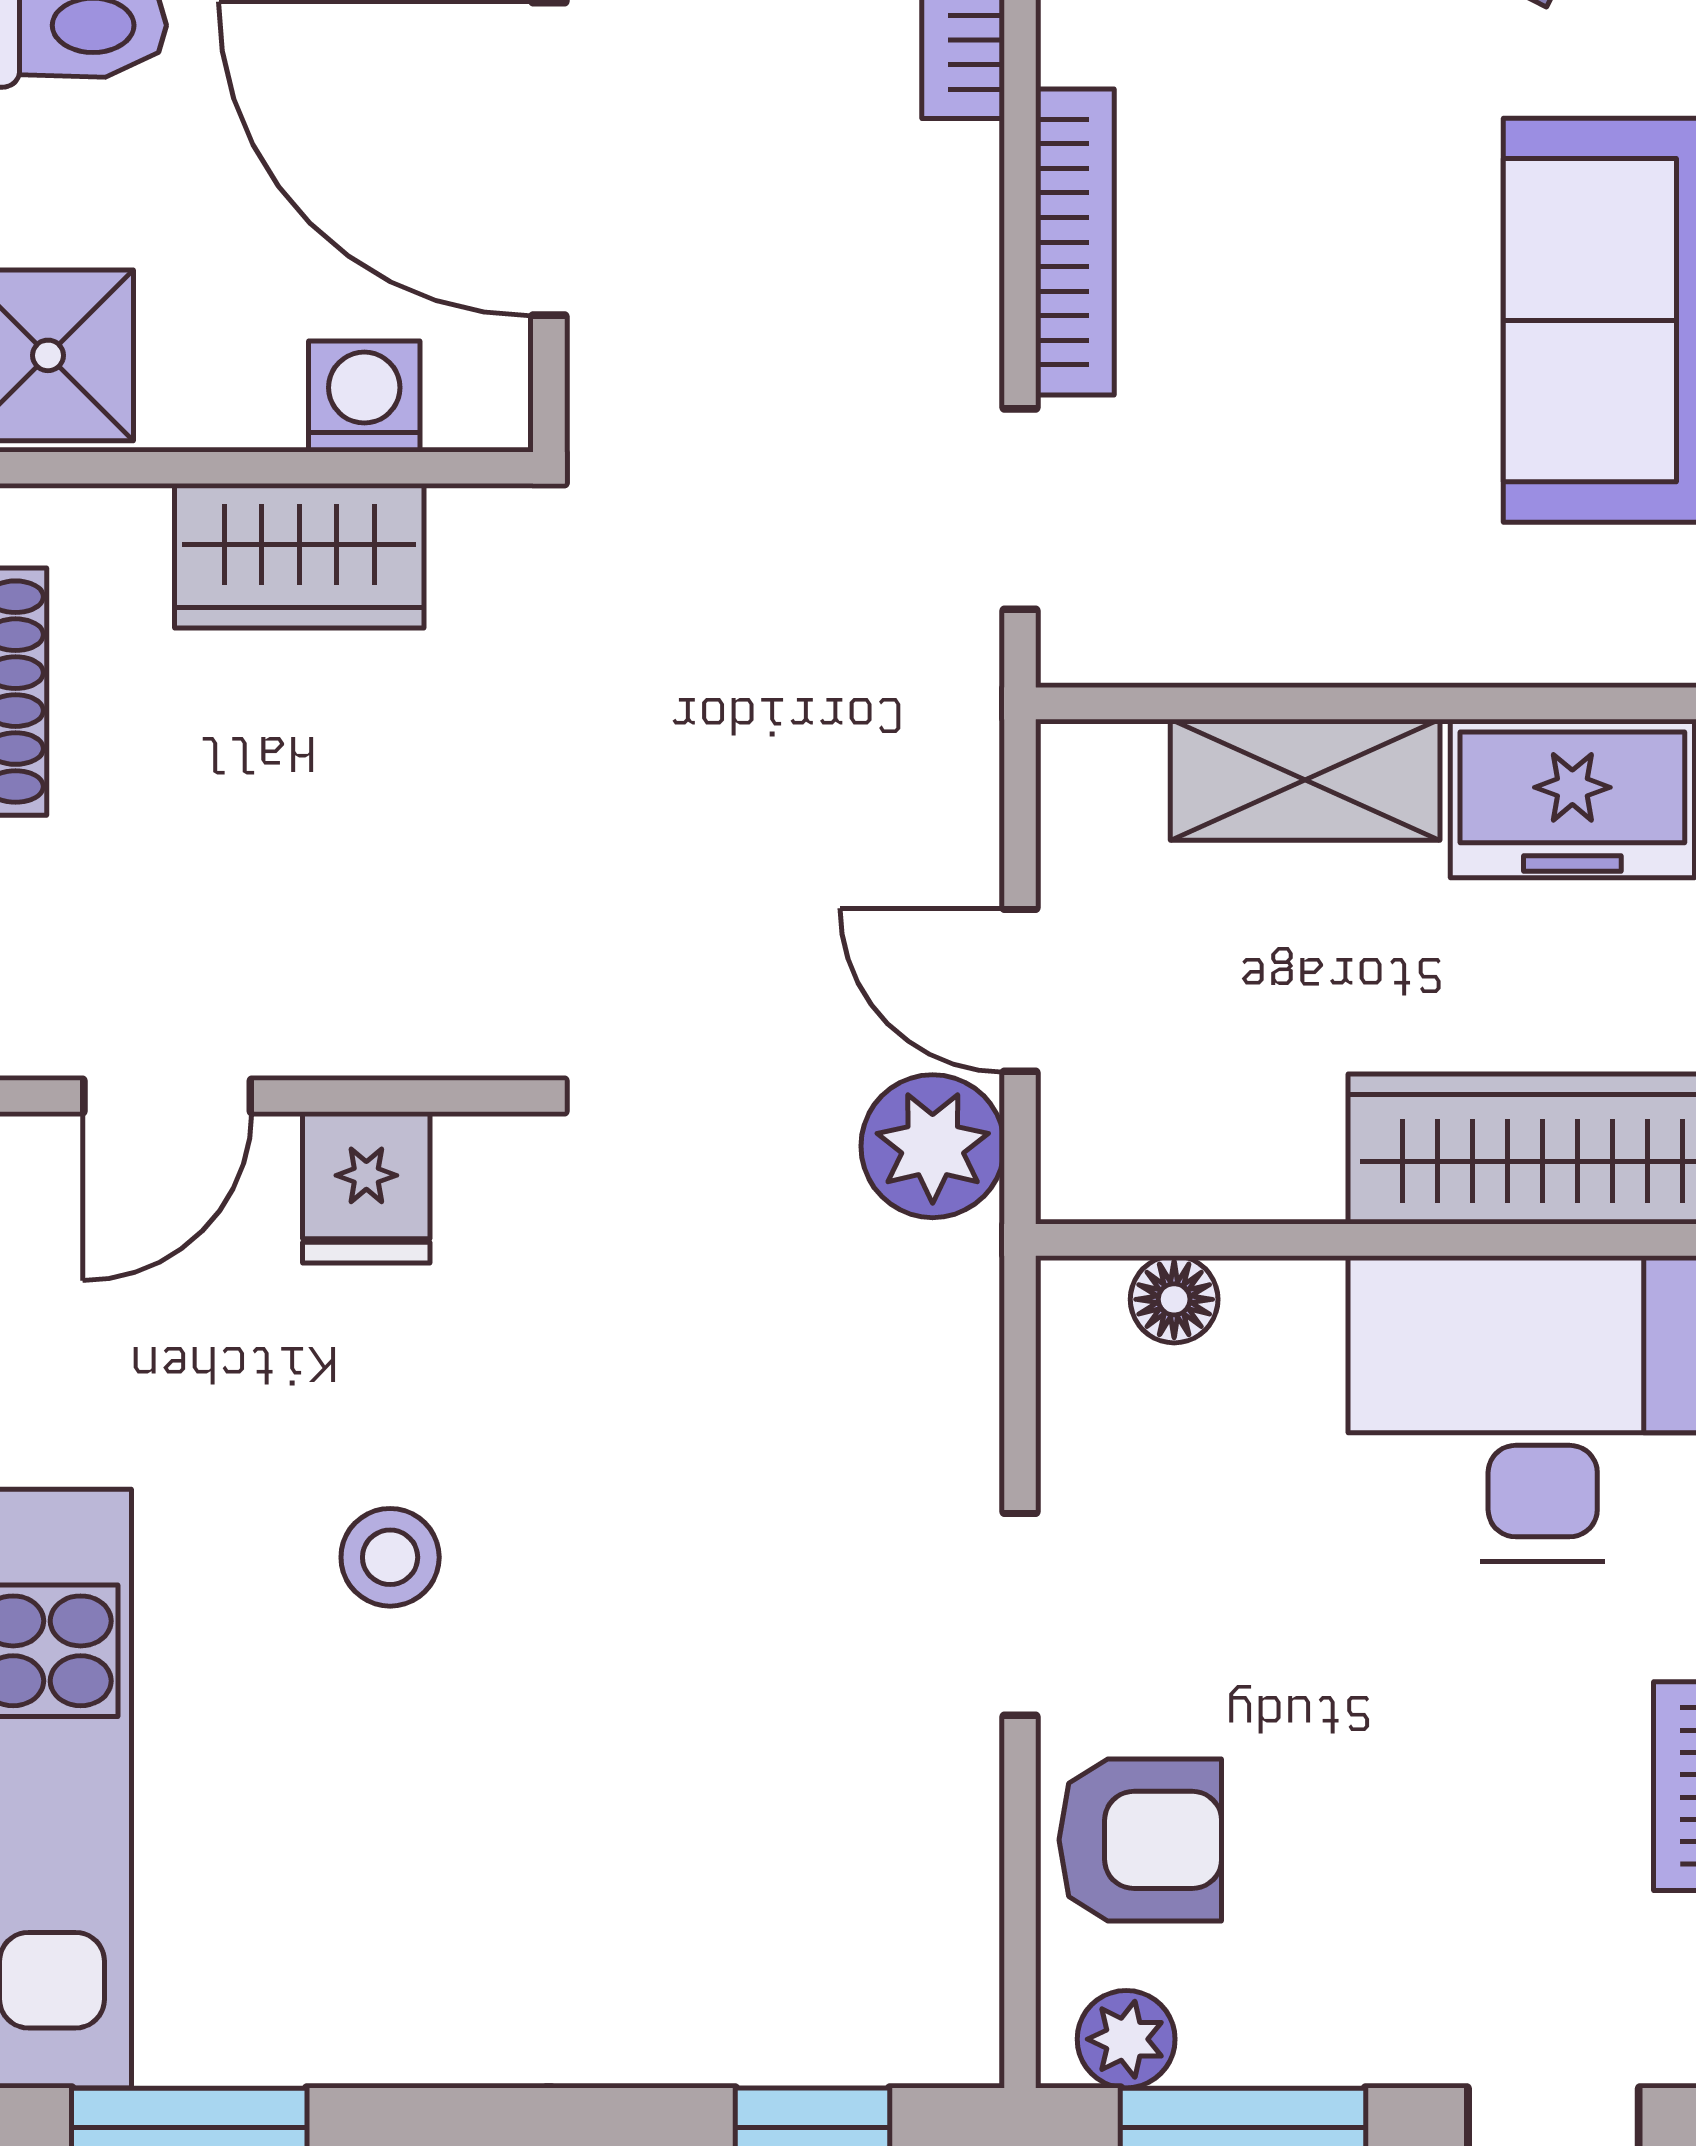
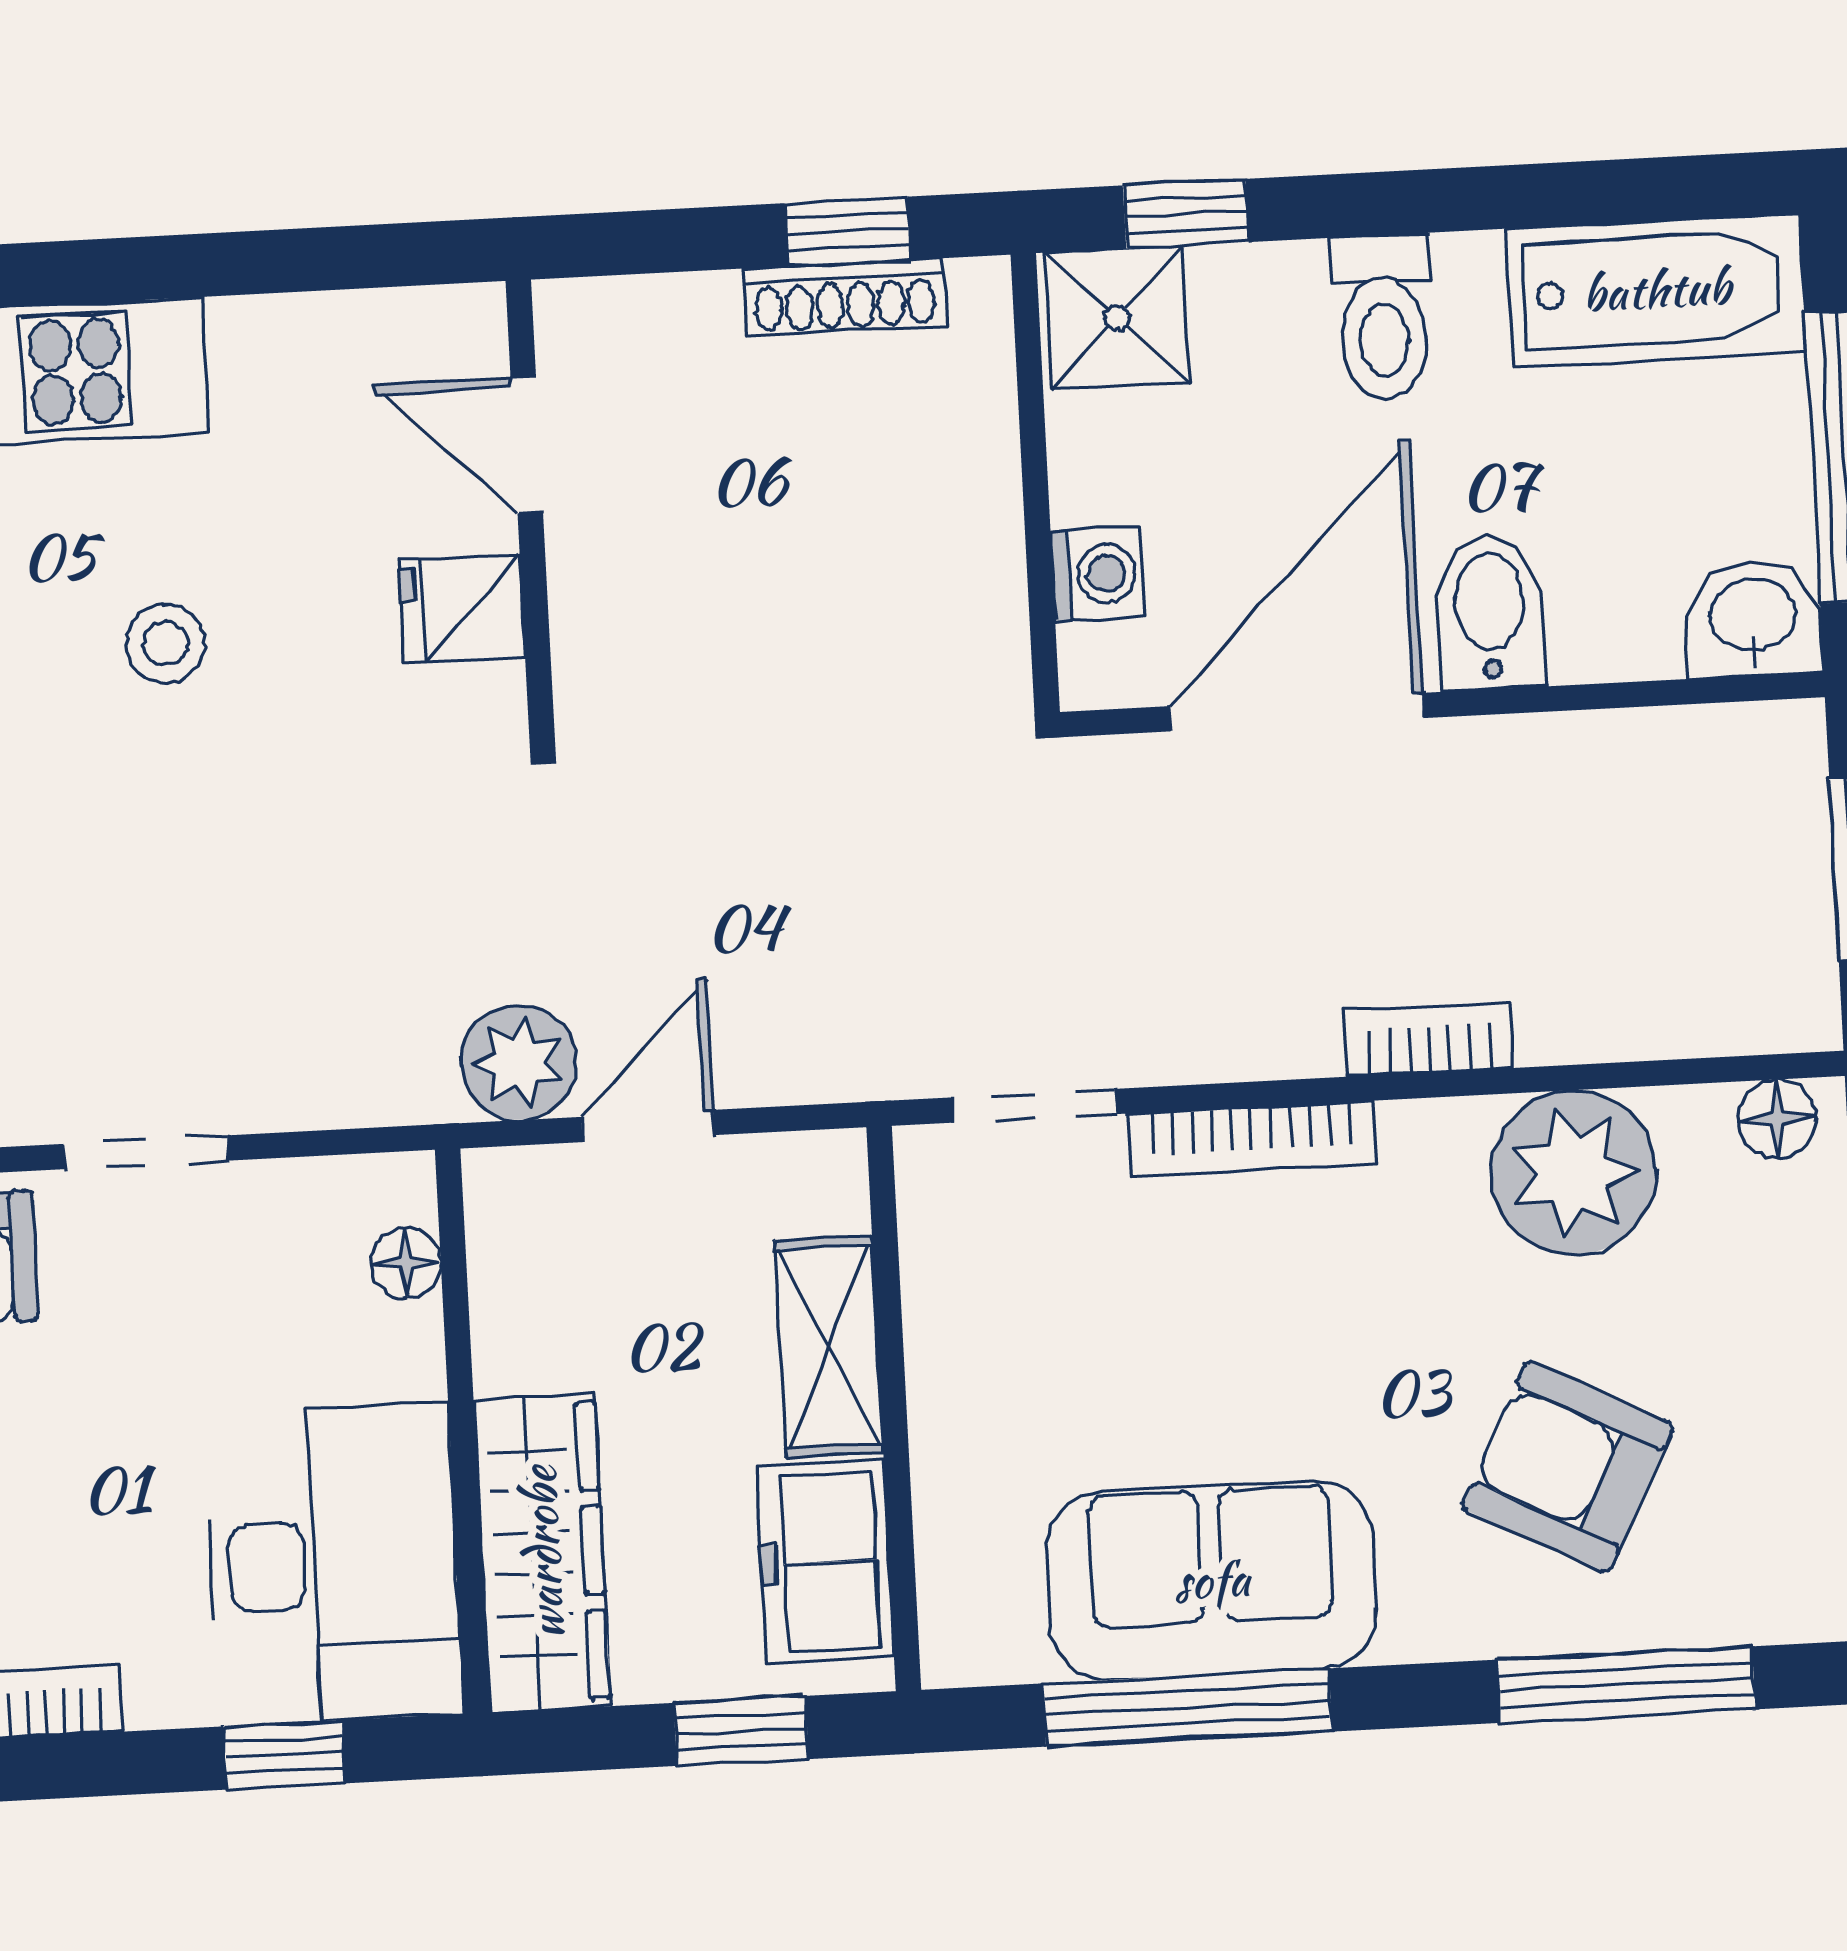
wardrobe: (299, 556) -> (967, 528), removed

